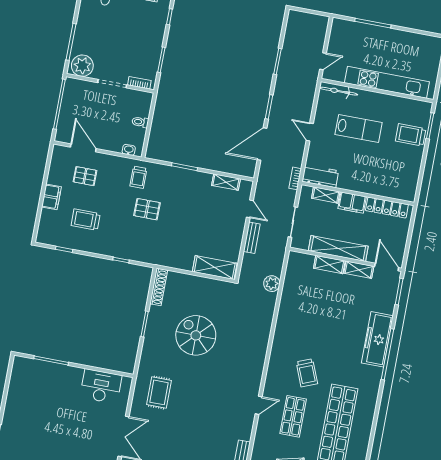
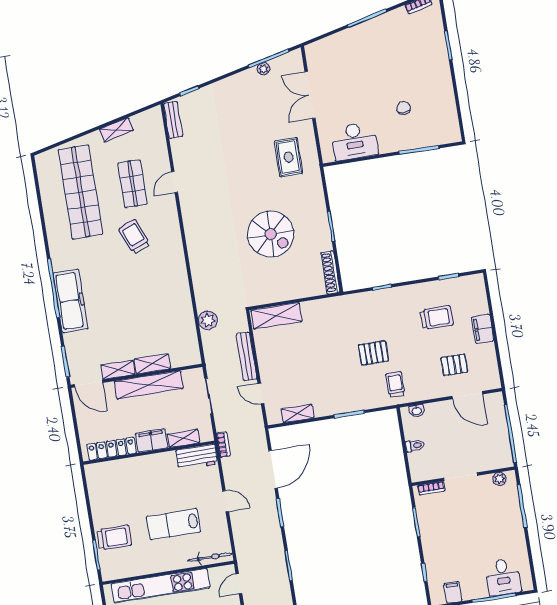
plant: (82, 66) -> (499, 479), width x0.53, depth x0.53
bench: (252, 238) -> (247, 356), width x1.36
chair: (52, 399) -> (403, 108), added

